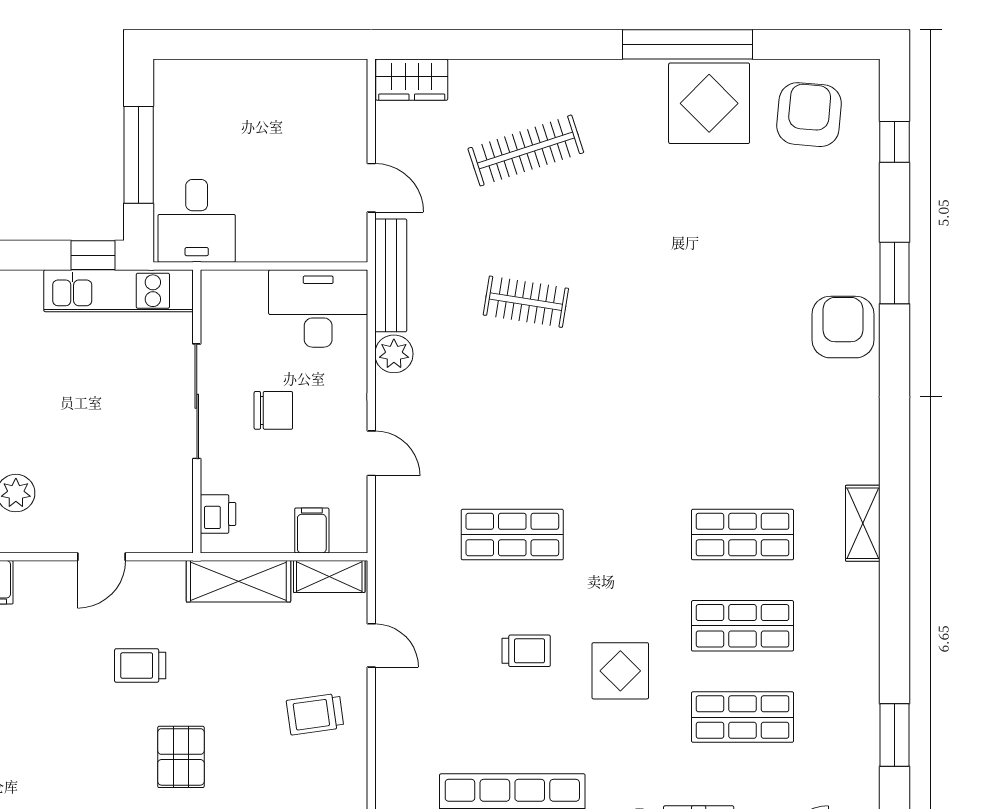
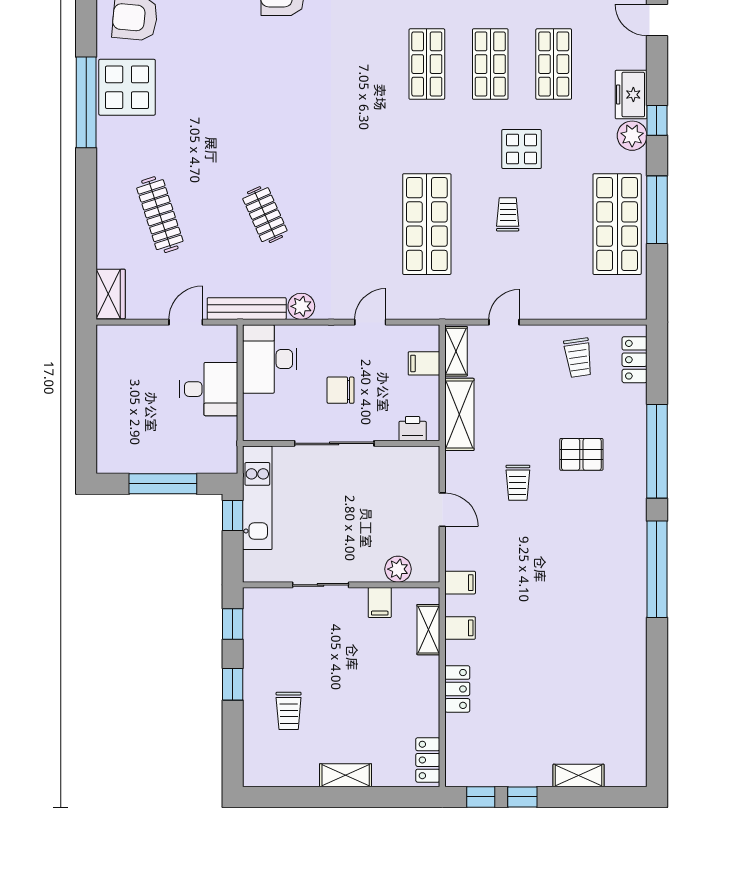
desk: (197, 221) -> (209, 389), moved
clothes rail: (526, 302) -> (265, 215), turned -33
chair: (273, 410) -> (341, 390), turned -90
shop shelf: (512, 535) -> (427, 224), width x1.43, depth x1.36
trolley: (315, 714) -> (578, 358), moved

